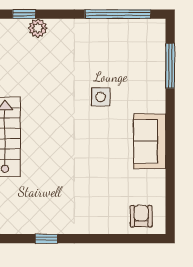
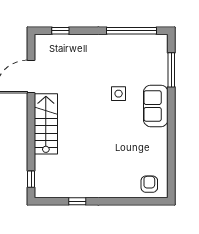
plant: (38, 28) -> (71, 41), removed
sofa: (150, 141) -> (156, 106), moved

